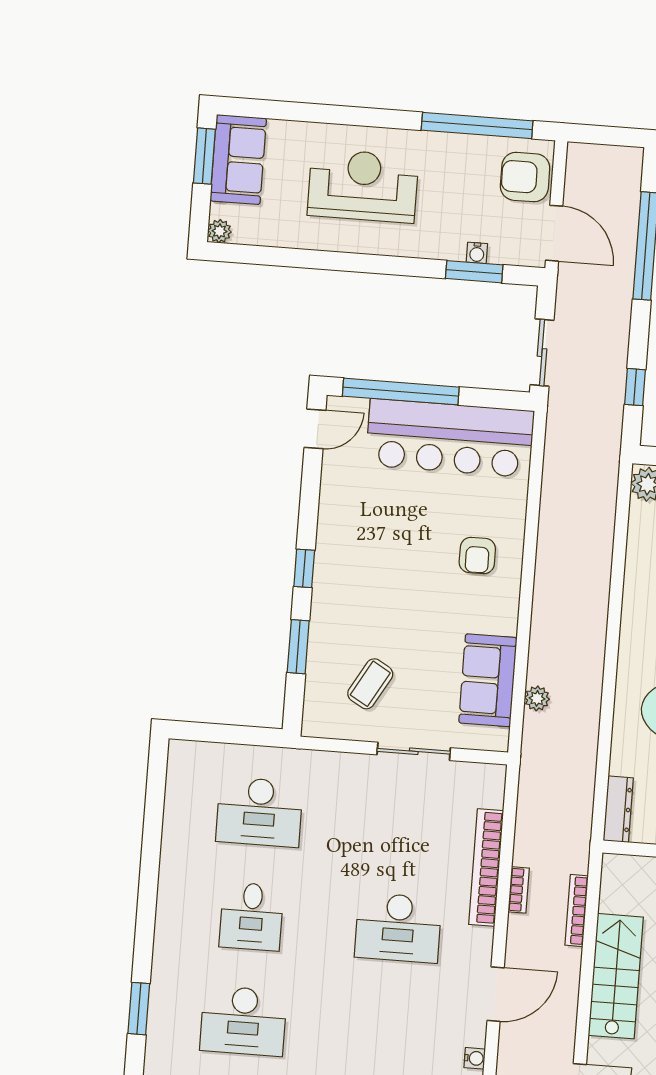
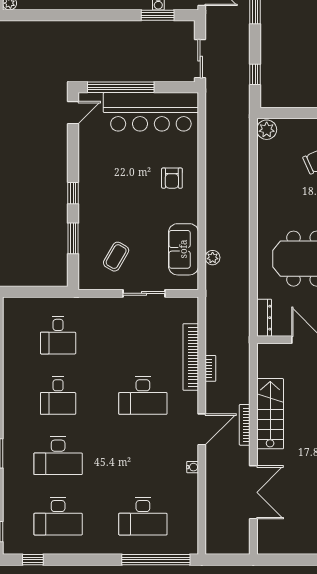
desk: (259, 812) -> (58, 335), width x0.73
bookcase: (577, 911) -> (245, 425), moved

